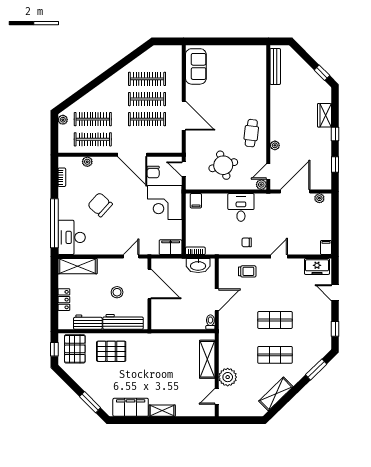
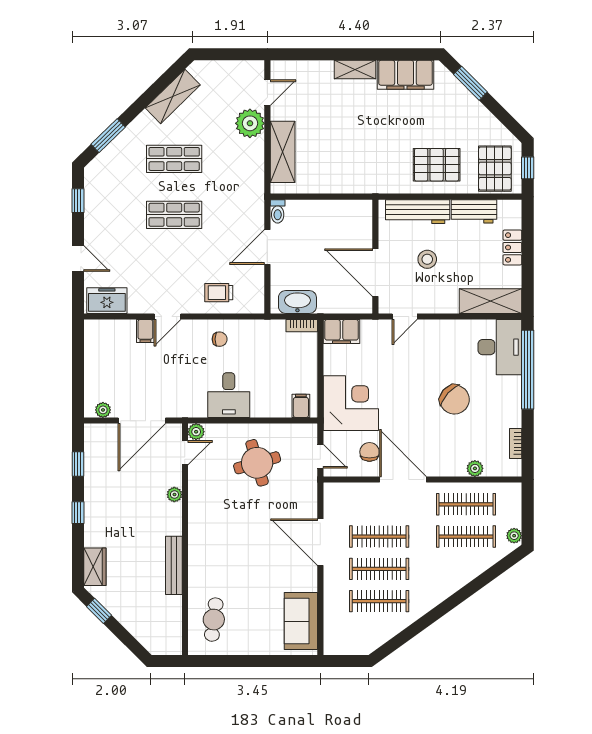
bench: (275, 66) -> (174, 565), moved
wardrobe: (325, 115) -> (95, 567), moved
cafe table: (251, 133) -> (214, 620), moved
filing cabinet: (326, 247) -> (145, 331), moved

